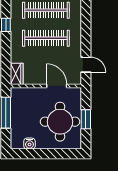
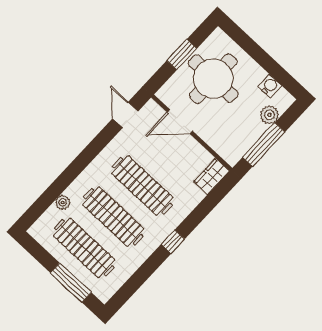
door: (57, 86) -> (180, 122), hinge flipped
plant: (17, 130) -> (269, 115), added

